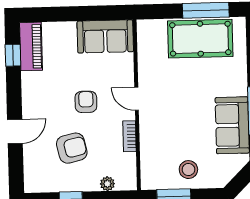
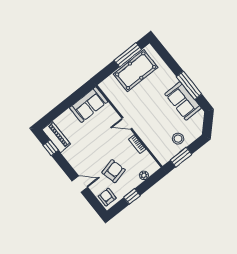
armchair: (86, 102) -> (107, 197), moved
door: (15, 132) -> (80, 184), hinge flipped

